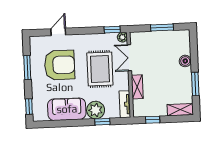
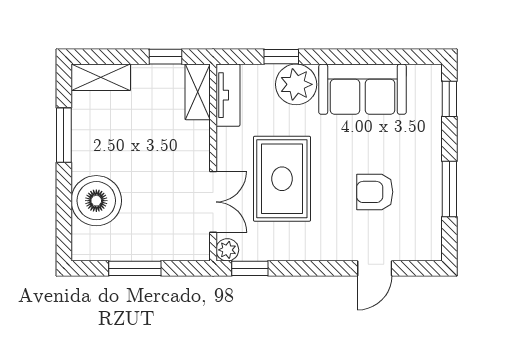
boiler: (185, 61) -> (96, 201), width x1.86, depth x1.86
armchair: (60, 65) -> (375, 192), width x0.53, depth x0.53
shelving: (137, 87) -> (198, 92), moved

